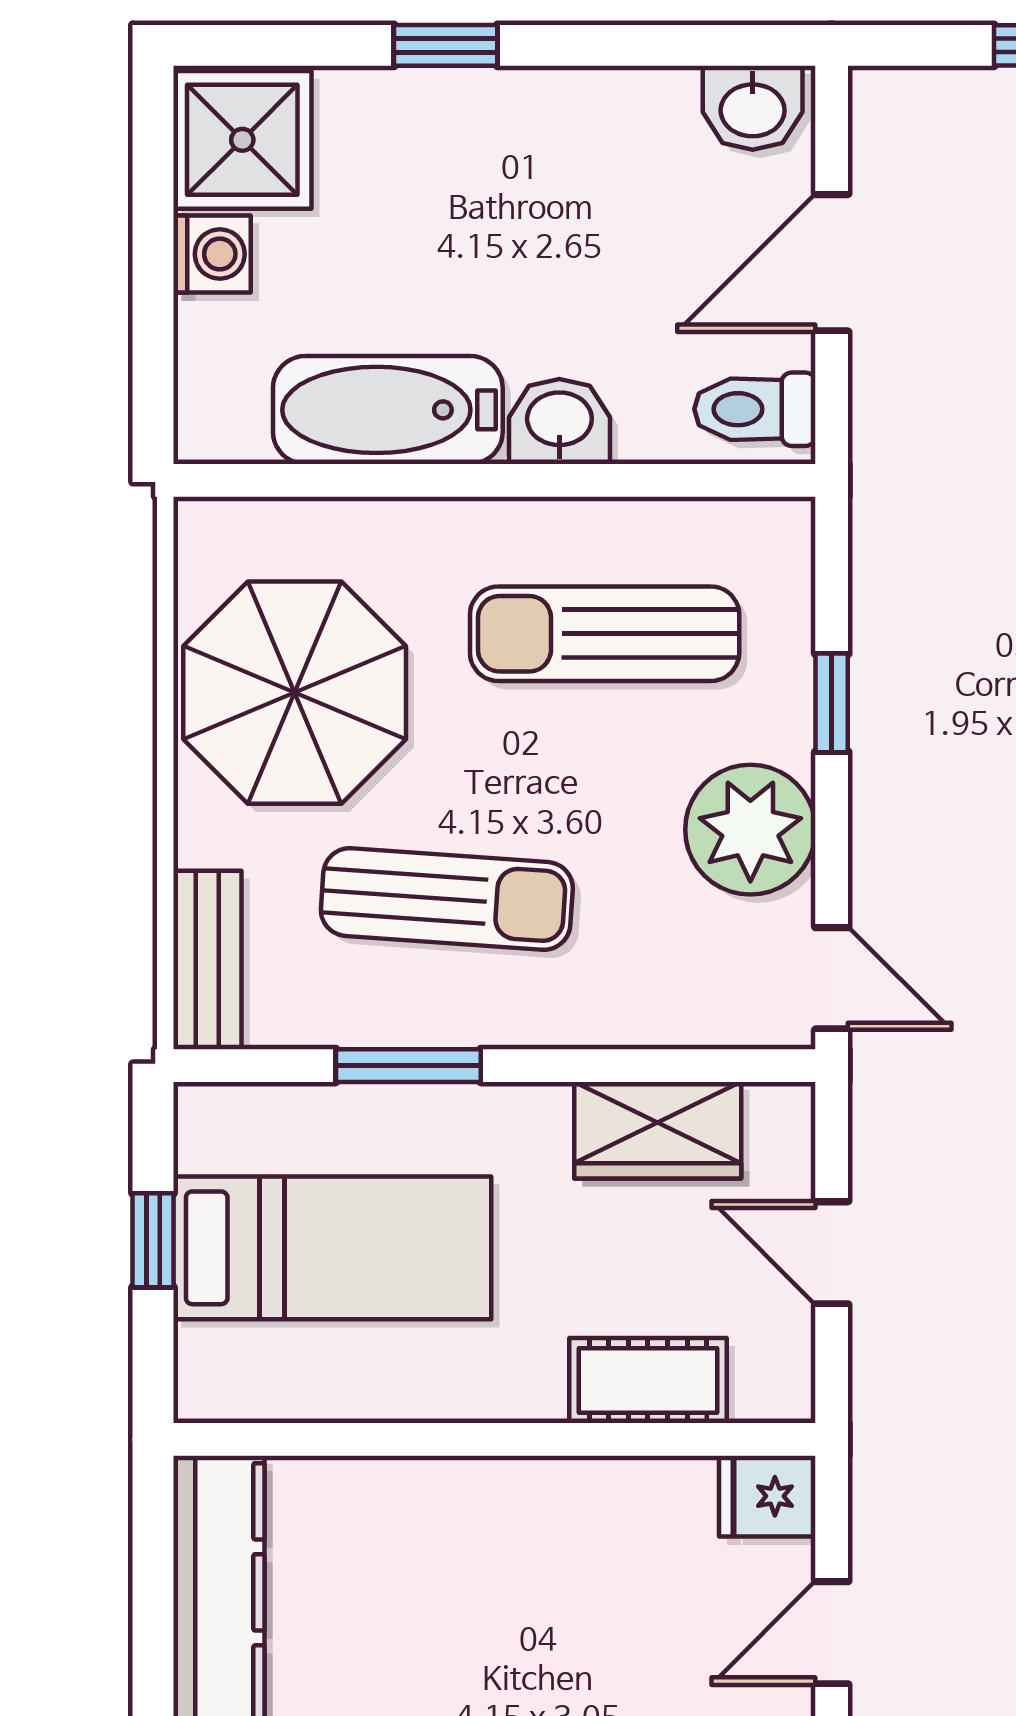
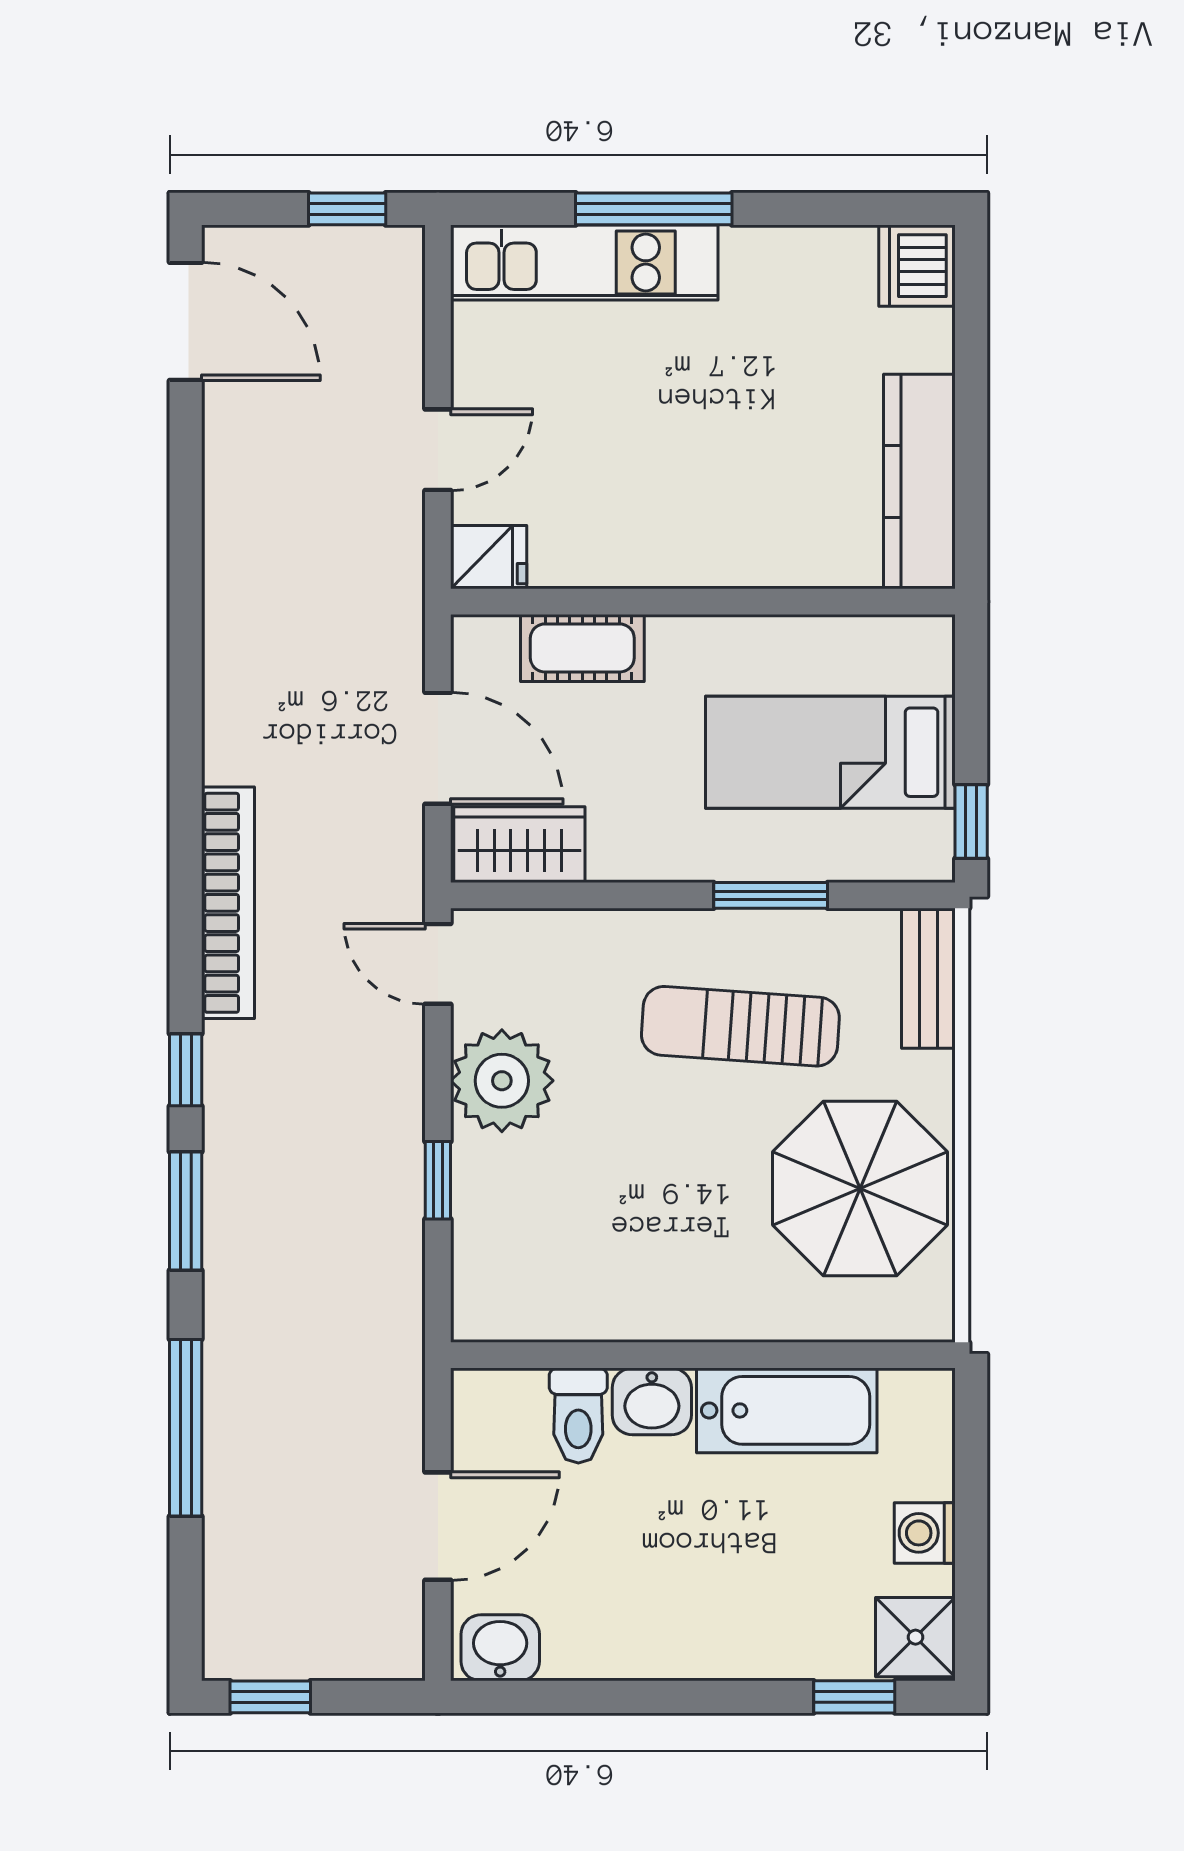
window: (446, 45) -> (854, 1697), moved
shower: (242, 140) -> (915, 1637), width x0.73, depth x0.73
toilet: (755, 409) -> (578, 1416), moved, turned 90
sun lounger: (605, 634) -> (616, 1235), removed
wardrobe: (658, 1130) -> (519, 845), moved
window: (153, 1240) -> (971, 822), moved
door: (832, 1253) -> (438, 748), width x1.38

